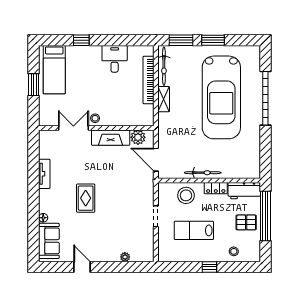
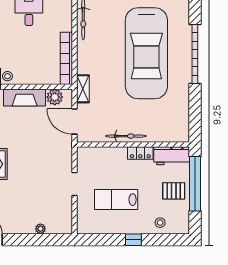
bookcase: (149, 80) -> (66, 58), moved
shelving: (164, 99) -> (83, 89), moved
stool: (186, 195) -> (108, 161), removed

